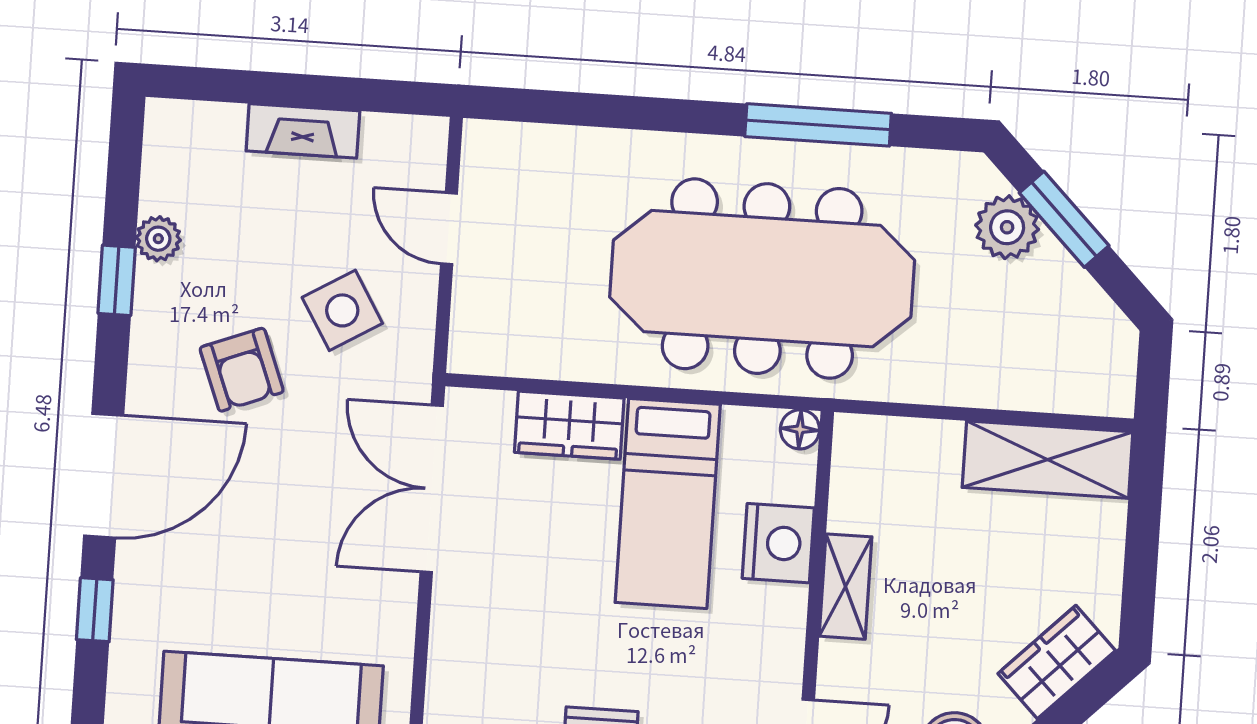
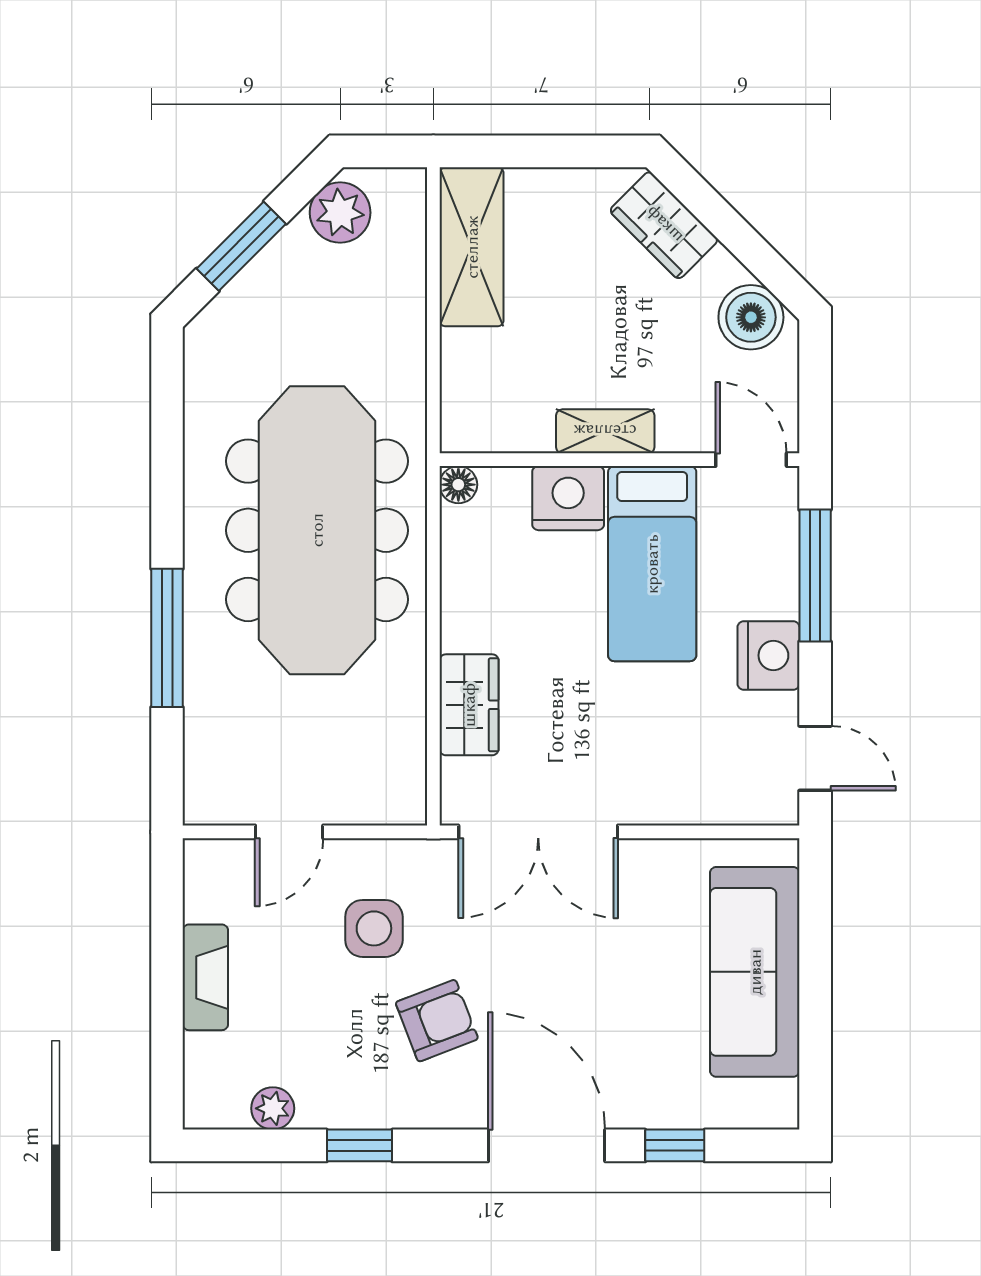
window: (818, 125) -> (167, 638), moved
plant: (1007, 227) -> (340, 213), moved
plant: (158, 239) -> (273, 1108), moved
side table: (342, 310) -> (374, 928), turned 31
bed: (668, 503) -> (652, 564), moved, turned 90

